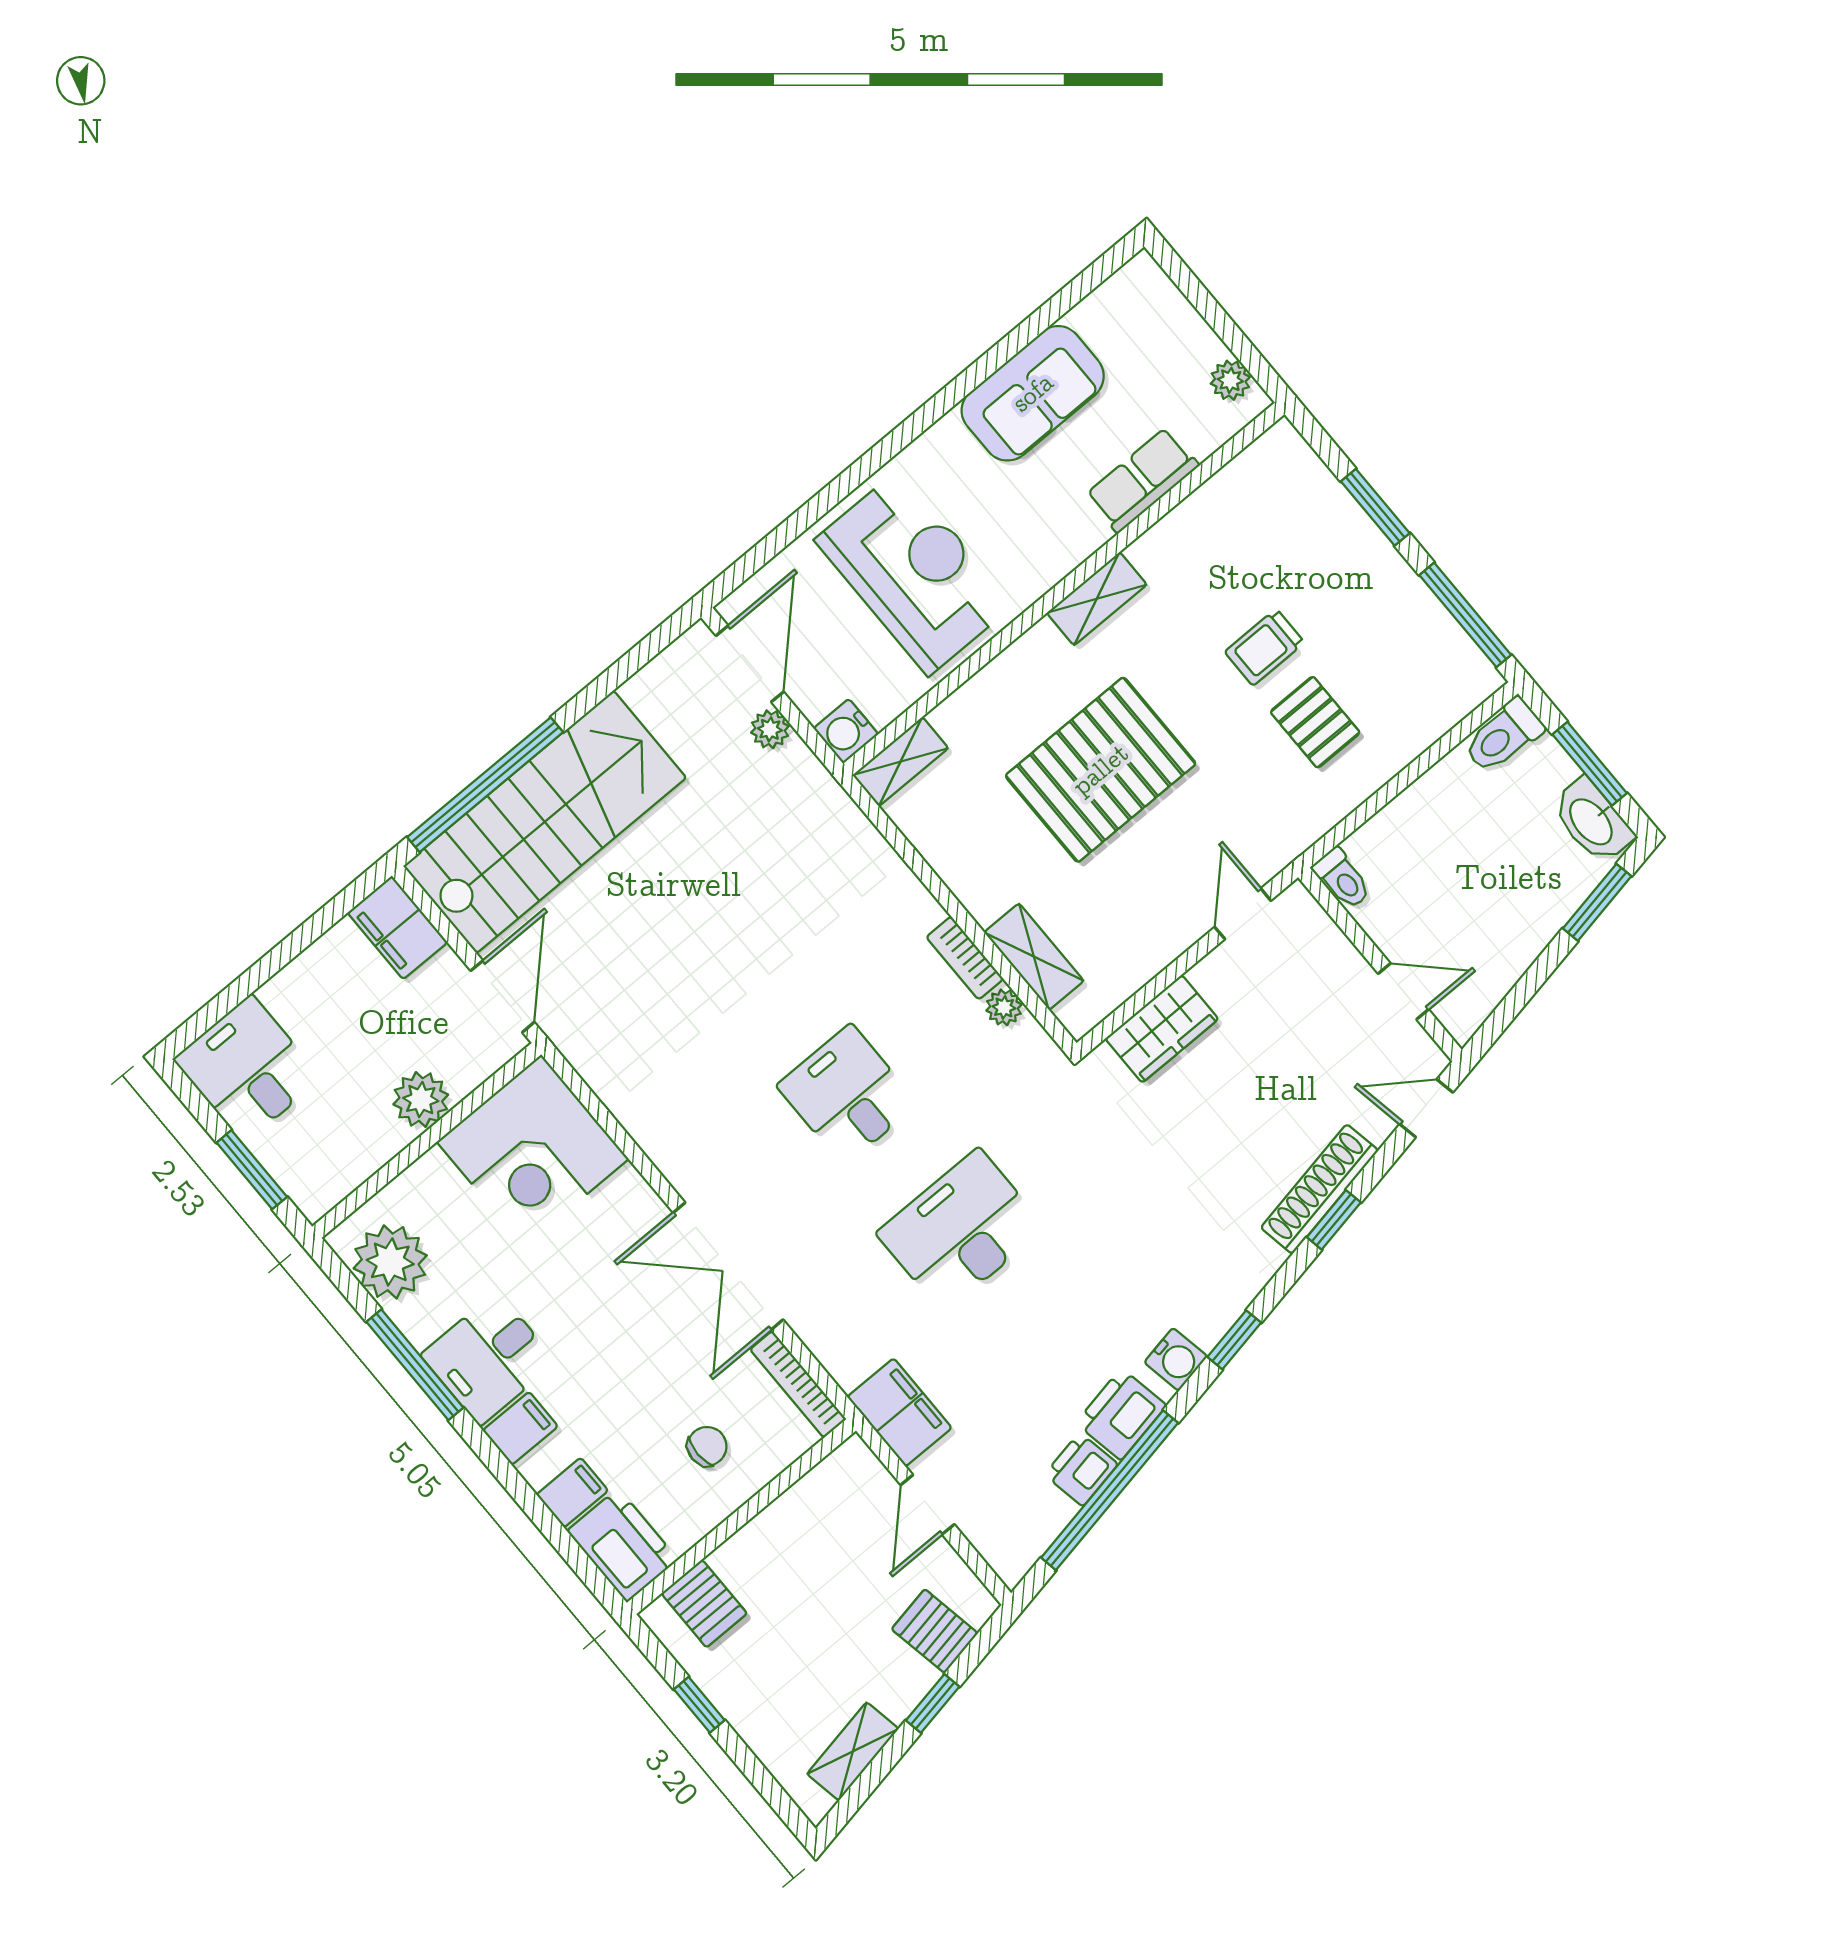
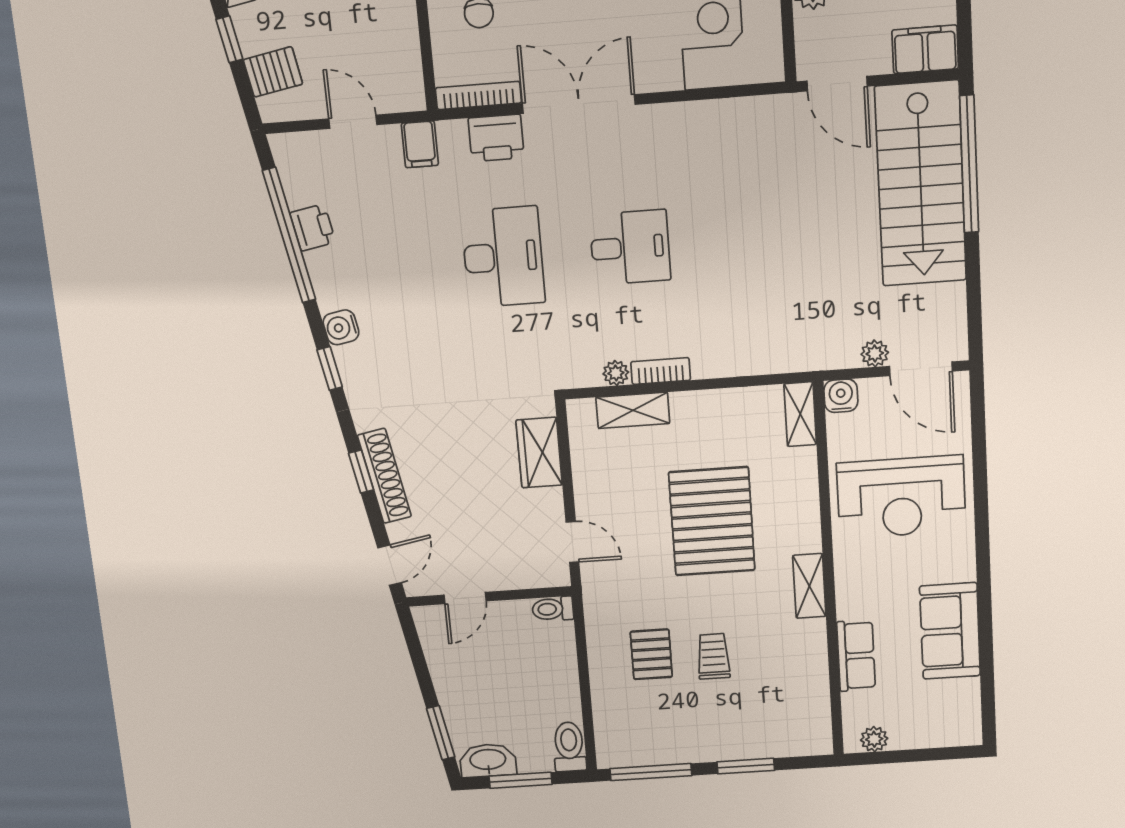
pallet: (1315, 722) -> (651, 654), turned 90
filing cabinet: (900, 1412) -> (420, 144), width x0.50
printer: (1121, 1414) -> (496, 138), moved, turned 100

